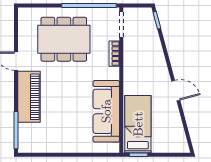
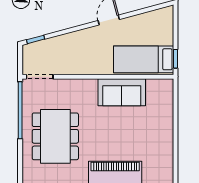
bookcase: (114, 54) -> (70, 84), removed
sofa: (106, 111) -> (122, 92), width x0.73

